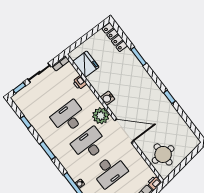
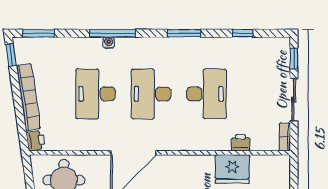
fridge: (86, 64) -> (232, 169), moved
water cooler: (107, 98) -> (193, 163), removed
plant: (101, 116) -> (176, 137), removed
desk: (89, 144) -> (151, 94), turned 180

